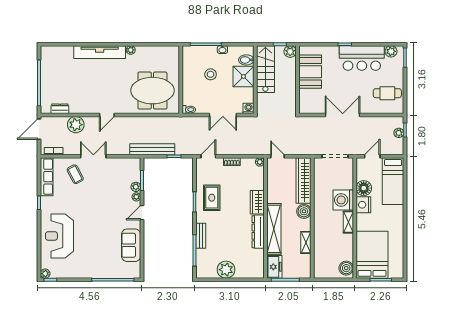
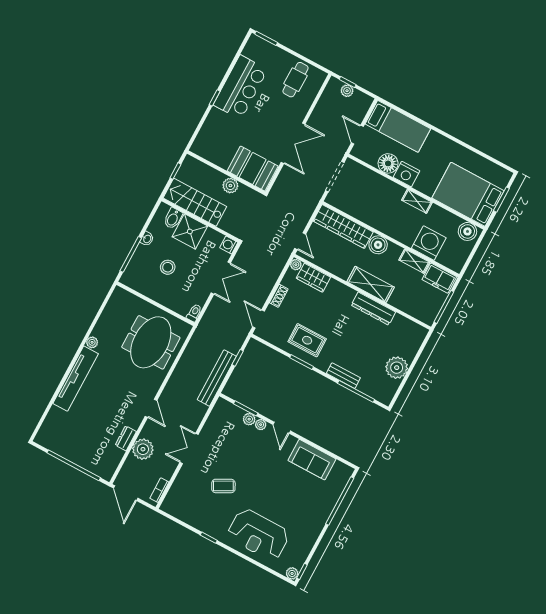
plant: (391, 51) -> (251, 50), removed
plant: (290, 52) -> (230, 186), moved
booth: (310, 72) -> (253, 169), moved
dresser: (60, 109) -> (126, 438), moved
double door: (343, 115) -> (293, 143), swing flipped
door: (277, 156) -> (300, 241), swing flipped
coffee table: (75, 174) -> (223, 486), moved
row of seats: (47, 177) -> (184, 513), removed
washing machine: (343, 200) -> (429, 243), moved, turned 180
wardrobe: (257, 202) -> (313, 278), moved
shelving: (274, 229) -> (371, 284), width x0.68
freezer: (274, 267) -> (439, 278), moved, turned 180

